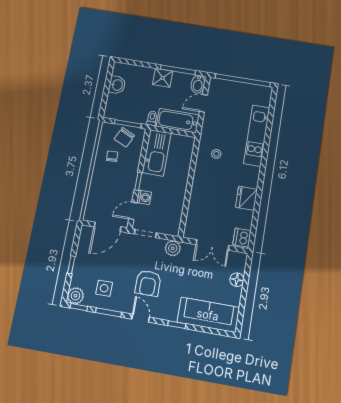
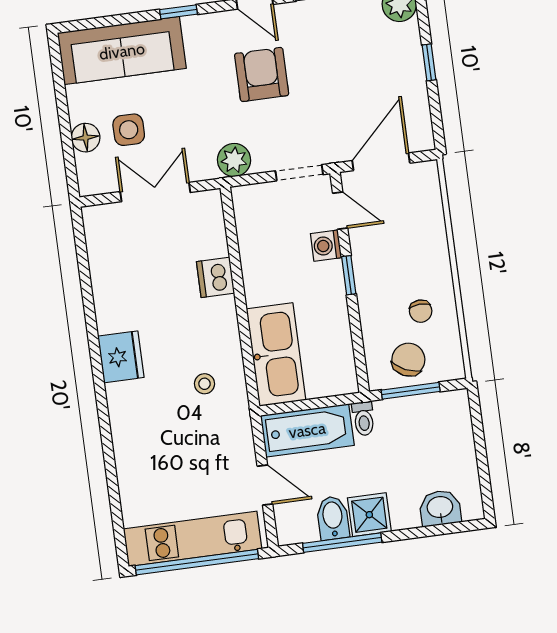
bidet: (198, 84) -> (333, 518), moved
washbasin: (117, 85) -> (440, 508), moved, turned 90
door: (203, 103) -> (265, 485), hinge flipped
kitchen unit: (257, 136) -> (193, 539), moved, turned -90
kitchen sink: (157, 153) -> (276, 355), moved, turned 180
fridge: (246, 198) -> (121, 357), moved
door: (133, 211) -> (340, 211), hinge flipped
dishwasher: (242, 238) -> (216, 277), moved, turned 180
side table: (104, 288) -> (129, 130), moved

